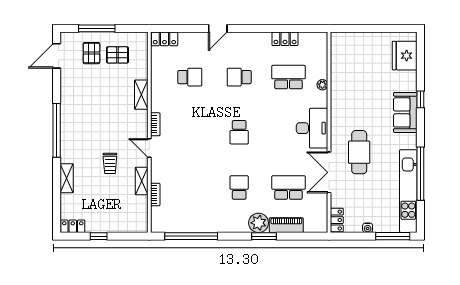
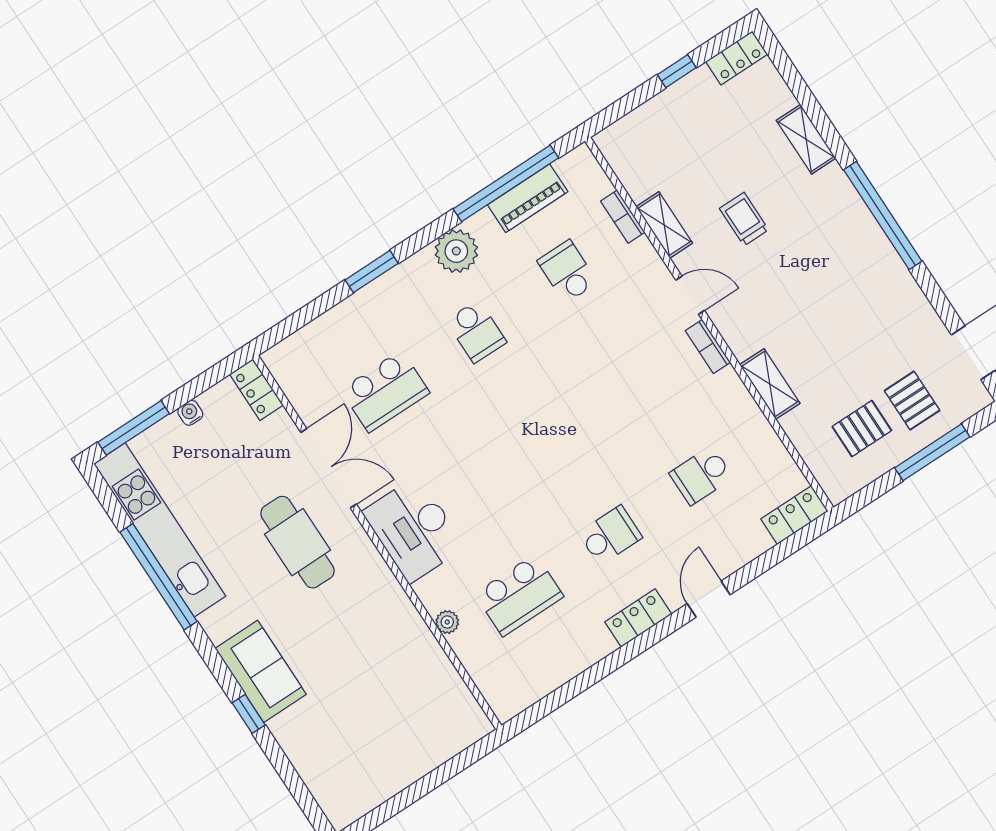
locker: (285, 39) -> (638, 618), moved
fridge: (405, 56) -> (331, 776), removed
school desk: (239, 132) -> (567, 272), moved
plant: (259, 223) -> (456, 251), moved
piano: (286, 225) -> (528, 198), moved

